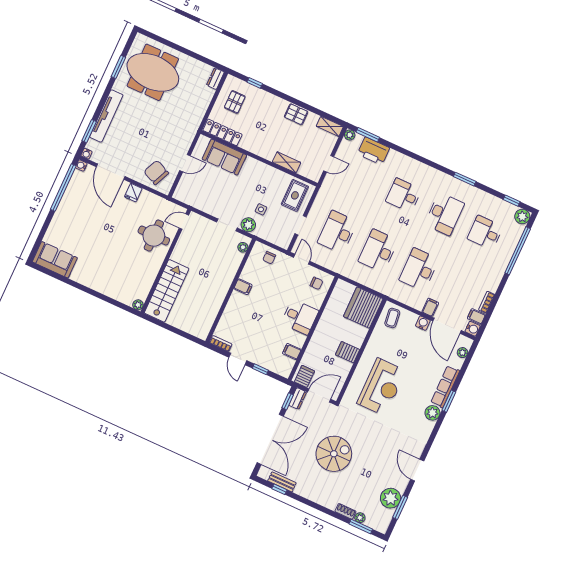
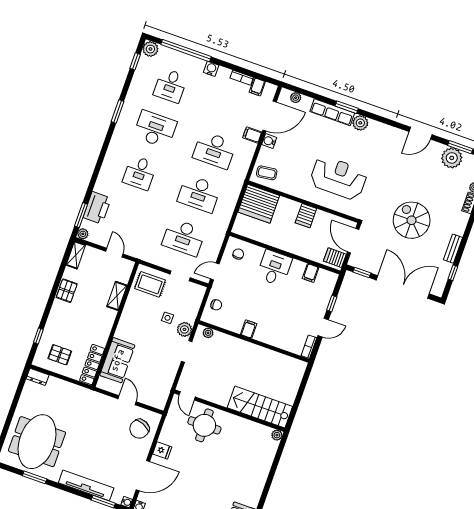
water cooler: (473, 329) -> (211, 69), moved
dresser: (298, 399) -> (358, 262), removed
bench: (282, 482) -> (453, 249), moved

